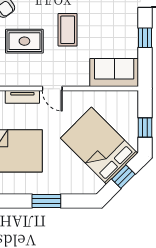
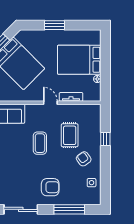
rug: (24, 41) -> (70, 135), turned 90

